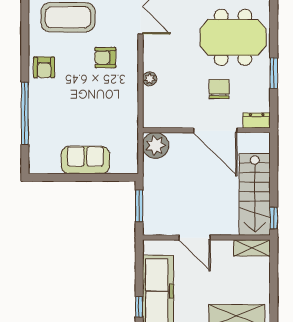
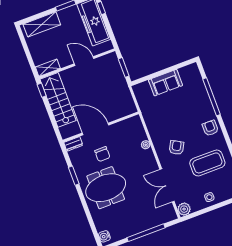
armchair: (105, 57) -> (176, 148), turned -61
plant: (156, 145) -> (127, 107), removed

